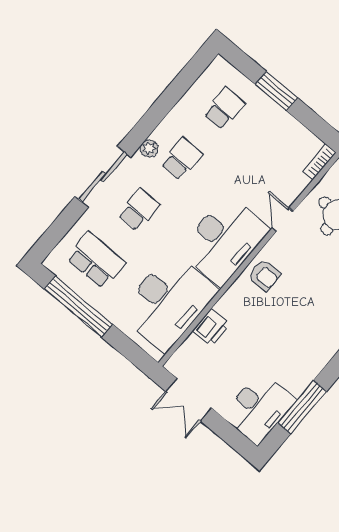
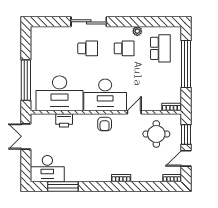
window: (276, 91) -> (186, 64), width x2.11
school desk: (224, 108) -> (160, 48), width x1.85
plant: (149, 148) -> (137, 31), moved
school desk: (96, 260) -> (51, 48), removed
window: (79, 307) -> (26, 80), moved

